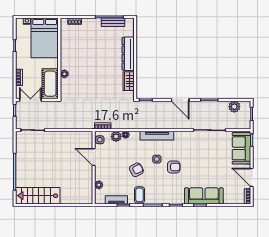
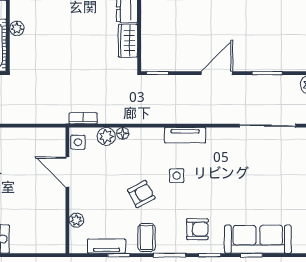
door: (180, 100) -> (217, 73), swing flipped
tv unit: (157, 136) -> (185, 135), width x0.71
armchair: (174, 167) -> (197, 229), moved

